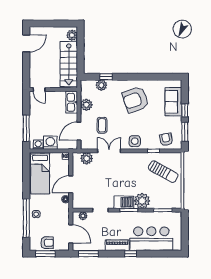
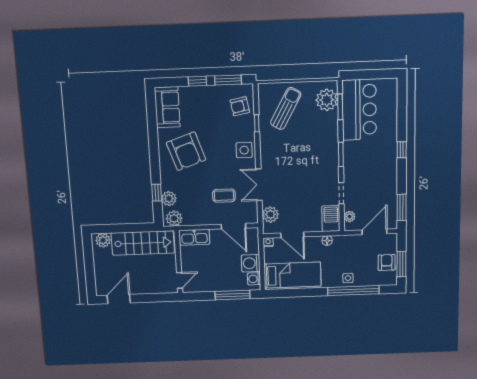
door: (26, 43) -> (119, 299), hinge flipped
sofa: (173, 102) -> (167, 107), moved, turned -90
plant: (86, 105) -> (174, 218), moved
door: (71, 184) -> (292, 235), moved
plant: (142, 201) -> (327, 100), moved
barbecue: (124, 202) -> (331, 219), moved
bar counter: (151, 239) -> (359, 110), moved, turned 180
piano: (117, 245) -> (390, 169), removed

